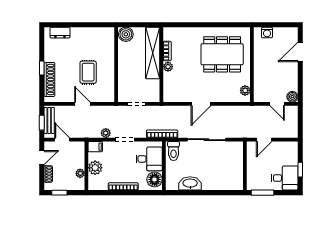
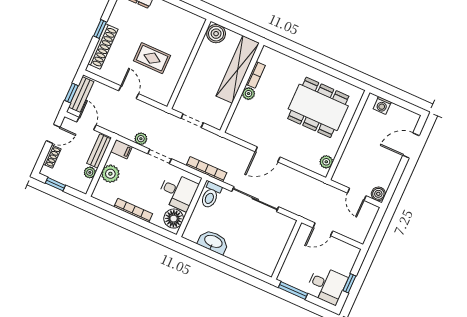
rug: (88, 72) -> (152, 58), turned 90
bench: (80, 155) -> (99, 151), added

